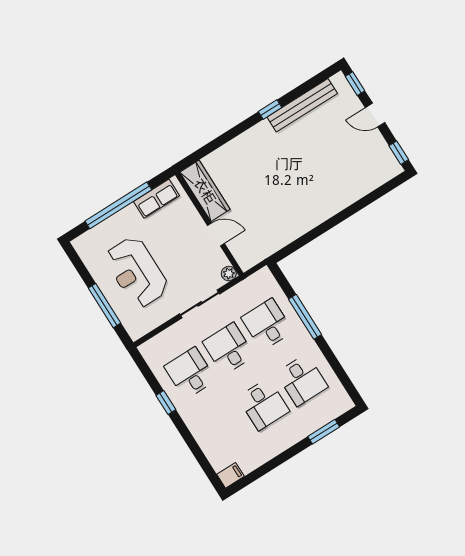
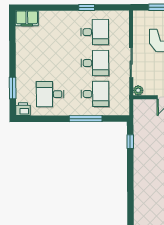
window: (299, 243) -> (130, 142), added
printer: (342, 402) -> (23, 109), added
desk: (264, 404) -> (50, 63), removed
filing cabinet: (230, 475) -> (27, 18), width x2.00

